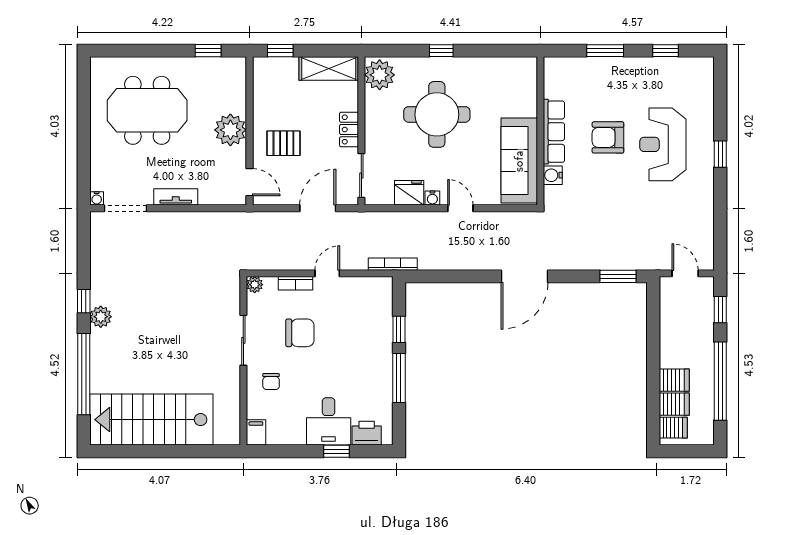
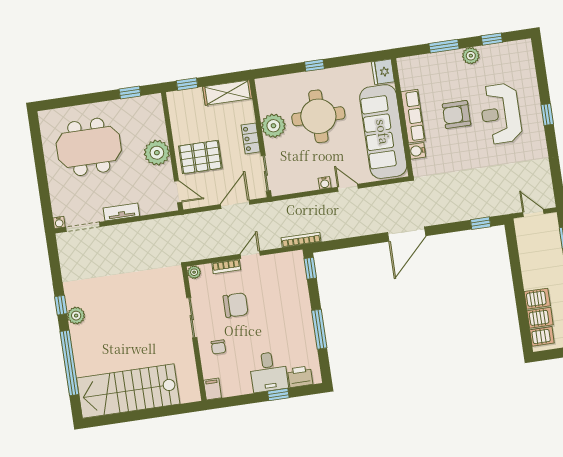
plant: (636, 67) -> (471, 56), added
plant: (380, 75) -> (273, 126), moved
pallet: (283, 143) -> (200, 157), width x1.50, depth x1.42
sofa: (519, 161) -> (383, 132), width x1.36, depth x1.27
fridge: (409, 193) -> (383, 72), moved, turned -90
window: (618, 276) -> (481, 223), width x0.67
window: (399, 329) -> (310, 268), moved

